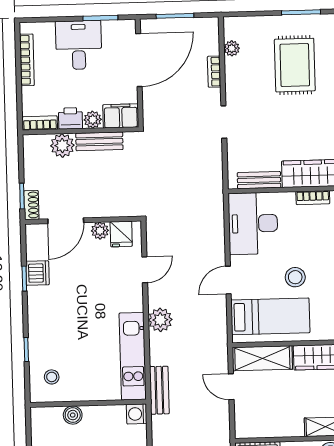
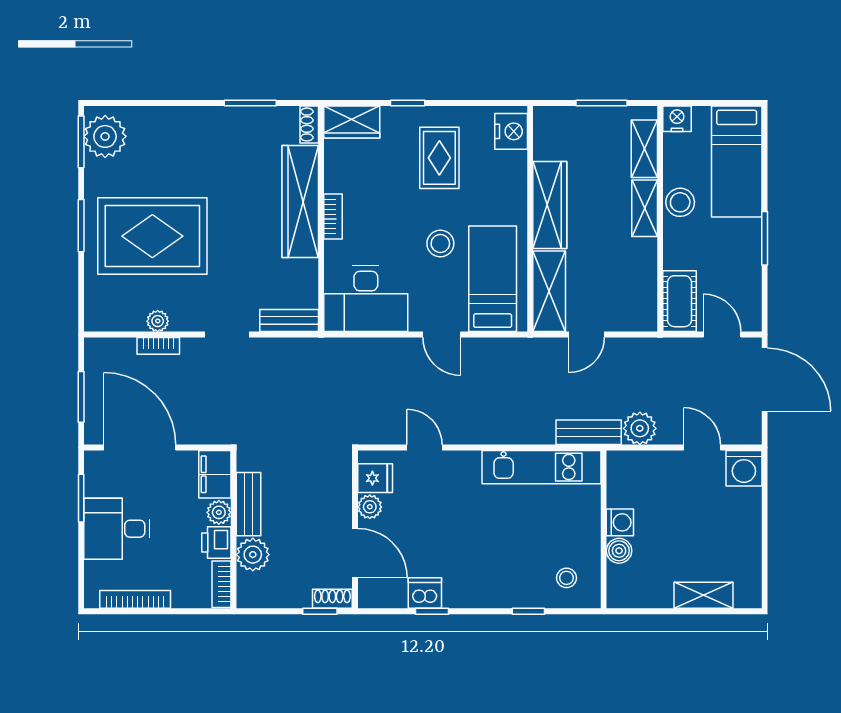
plant: (232, 48) -> (158, 321), moved
rug: (295, 65) -> (152, 236), width x1.37, depth x1.44
bench: (259, 180) -> (289, 321), moved, turned 90
plant: (160, 320) -> (640, 428), moved
washing machine: (137, 414) -> (620, 522), moved, turned -90

